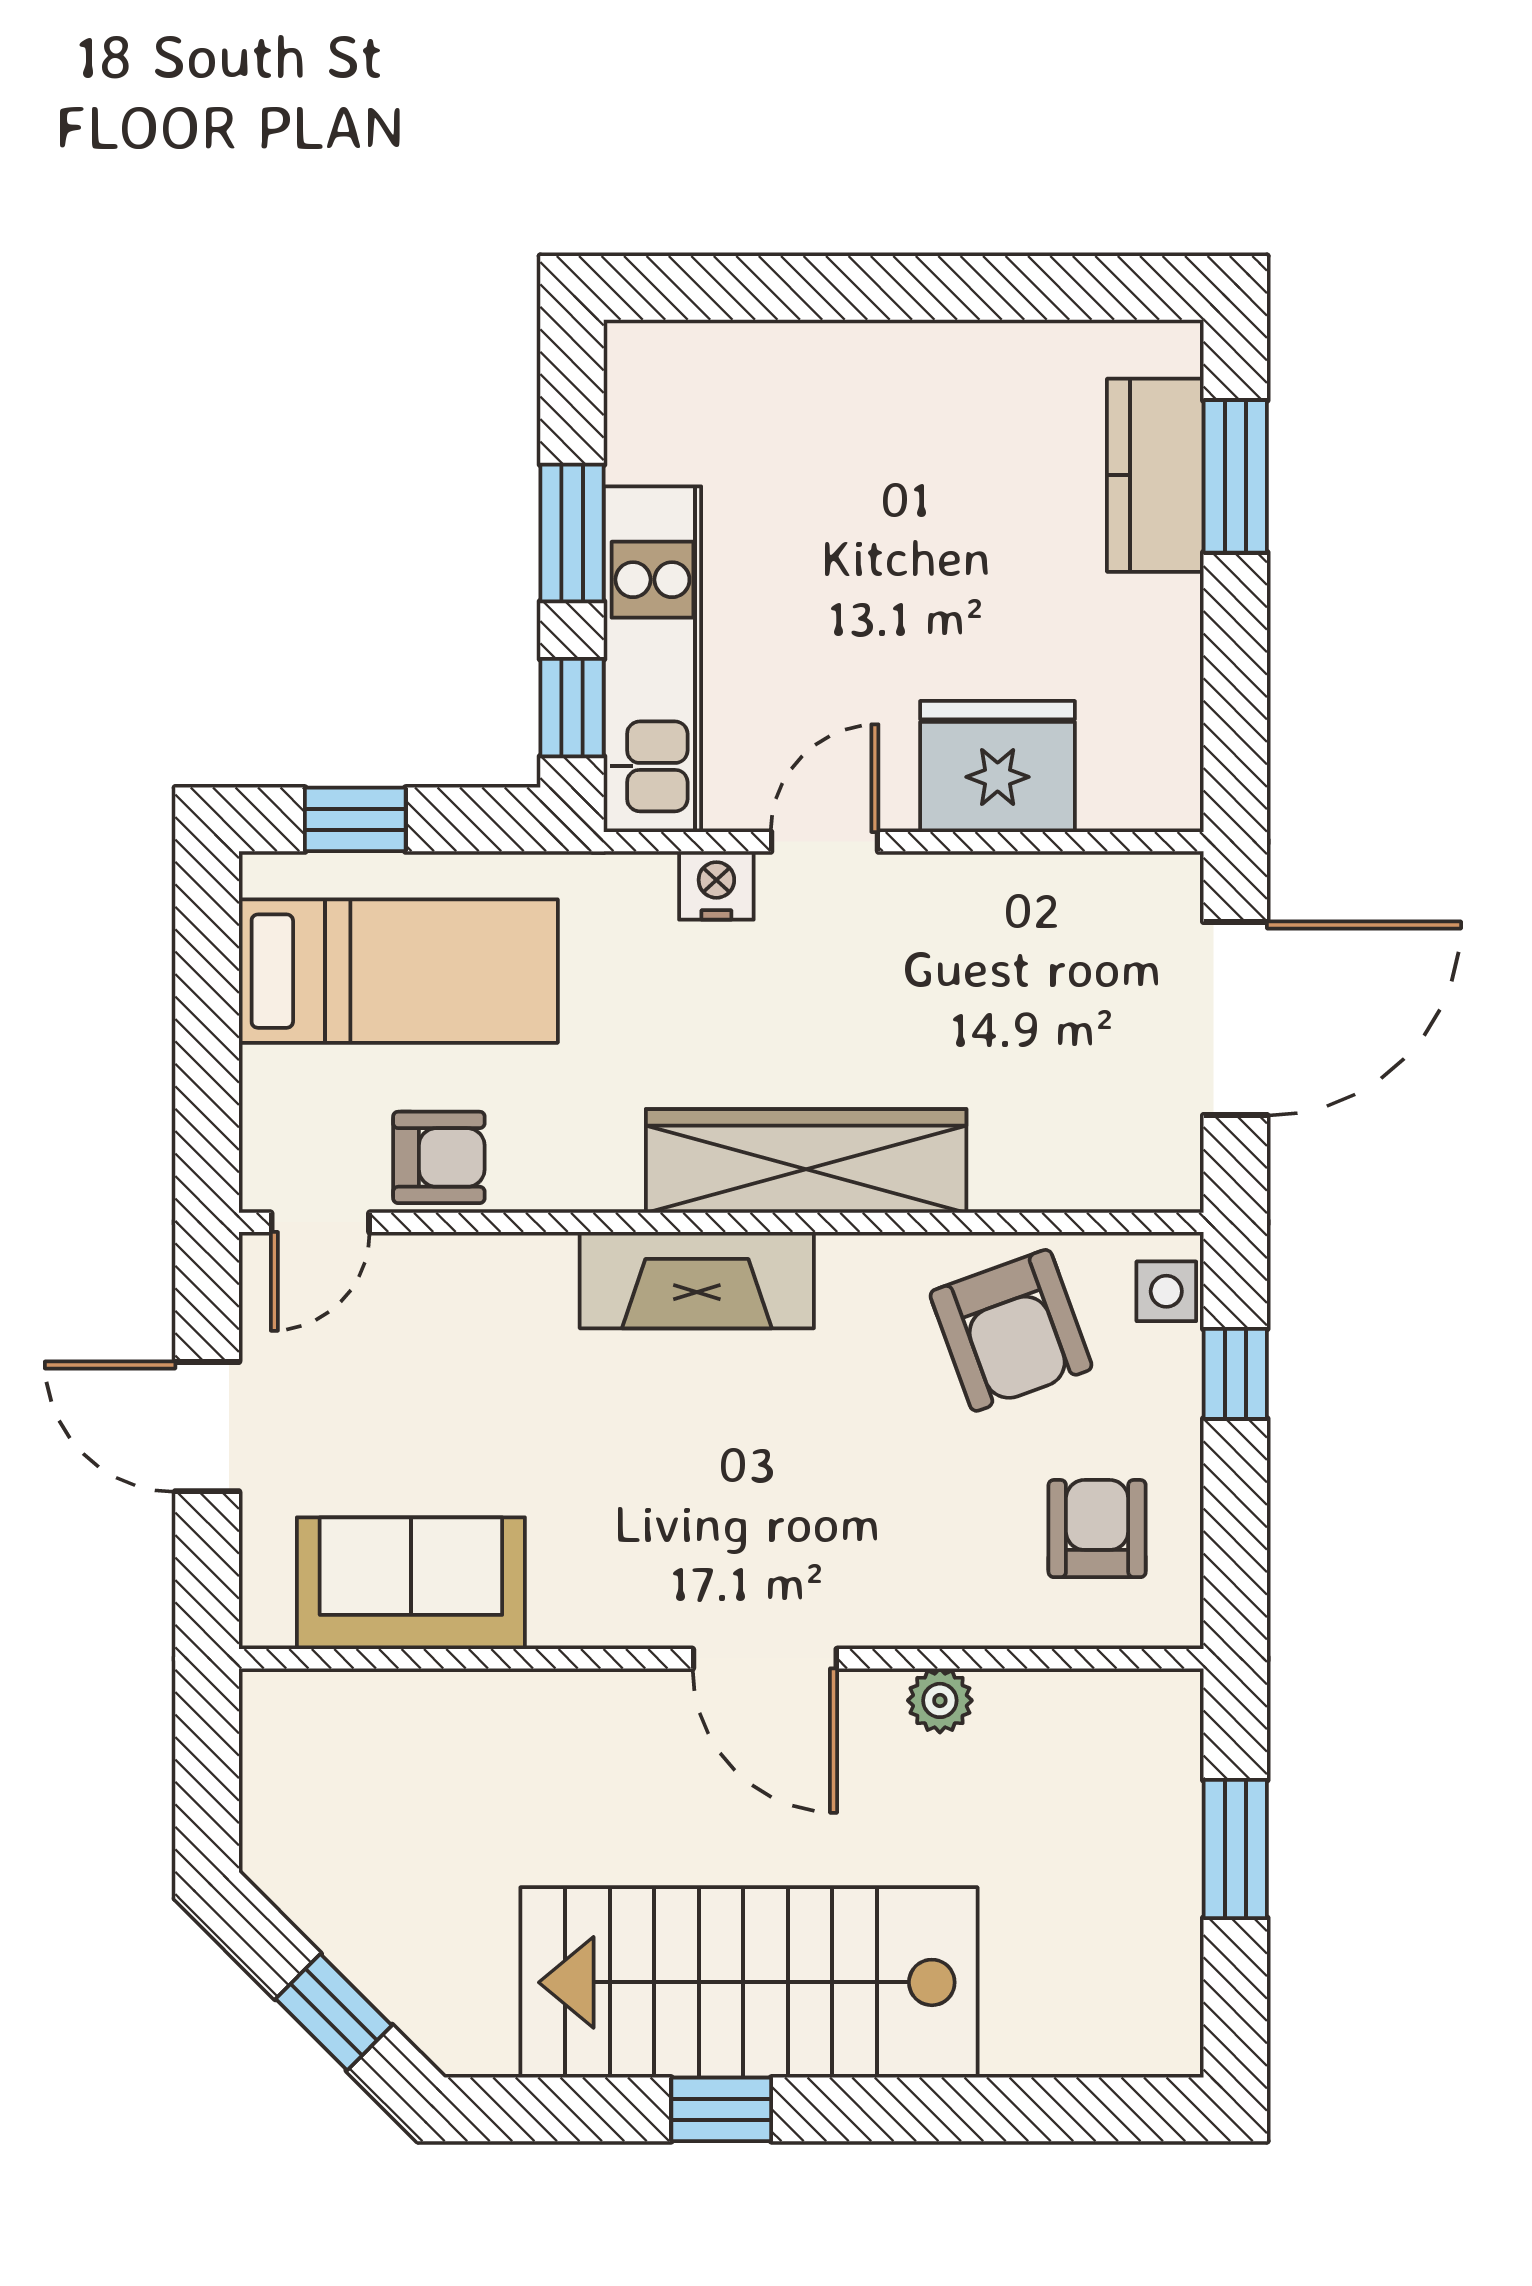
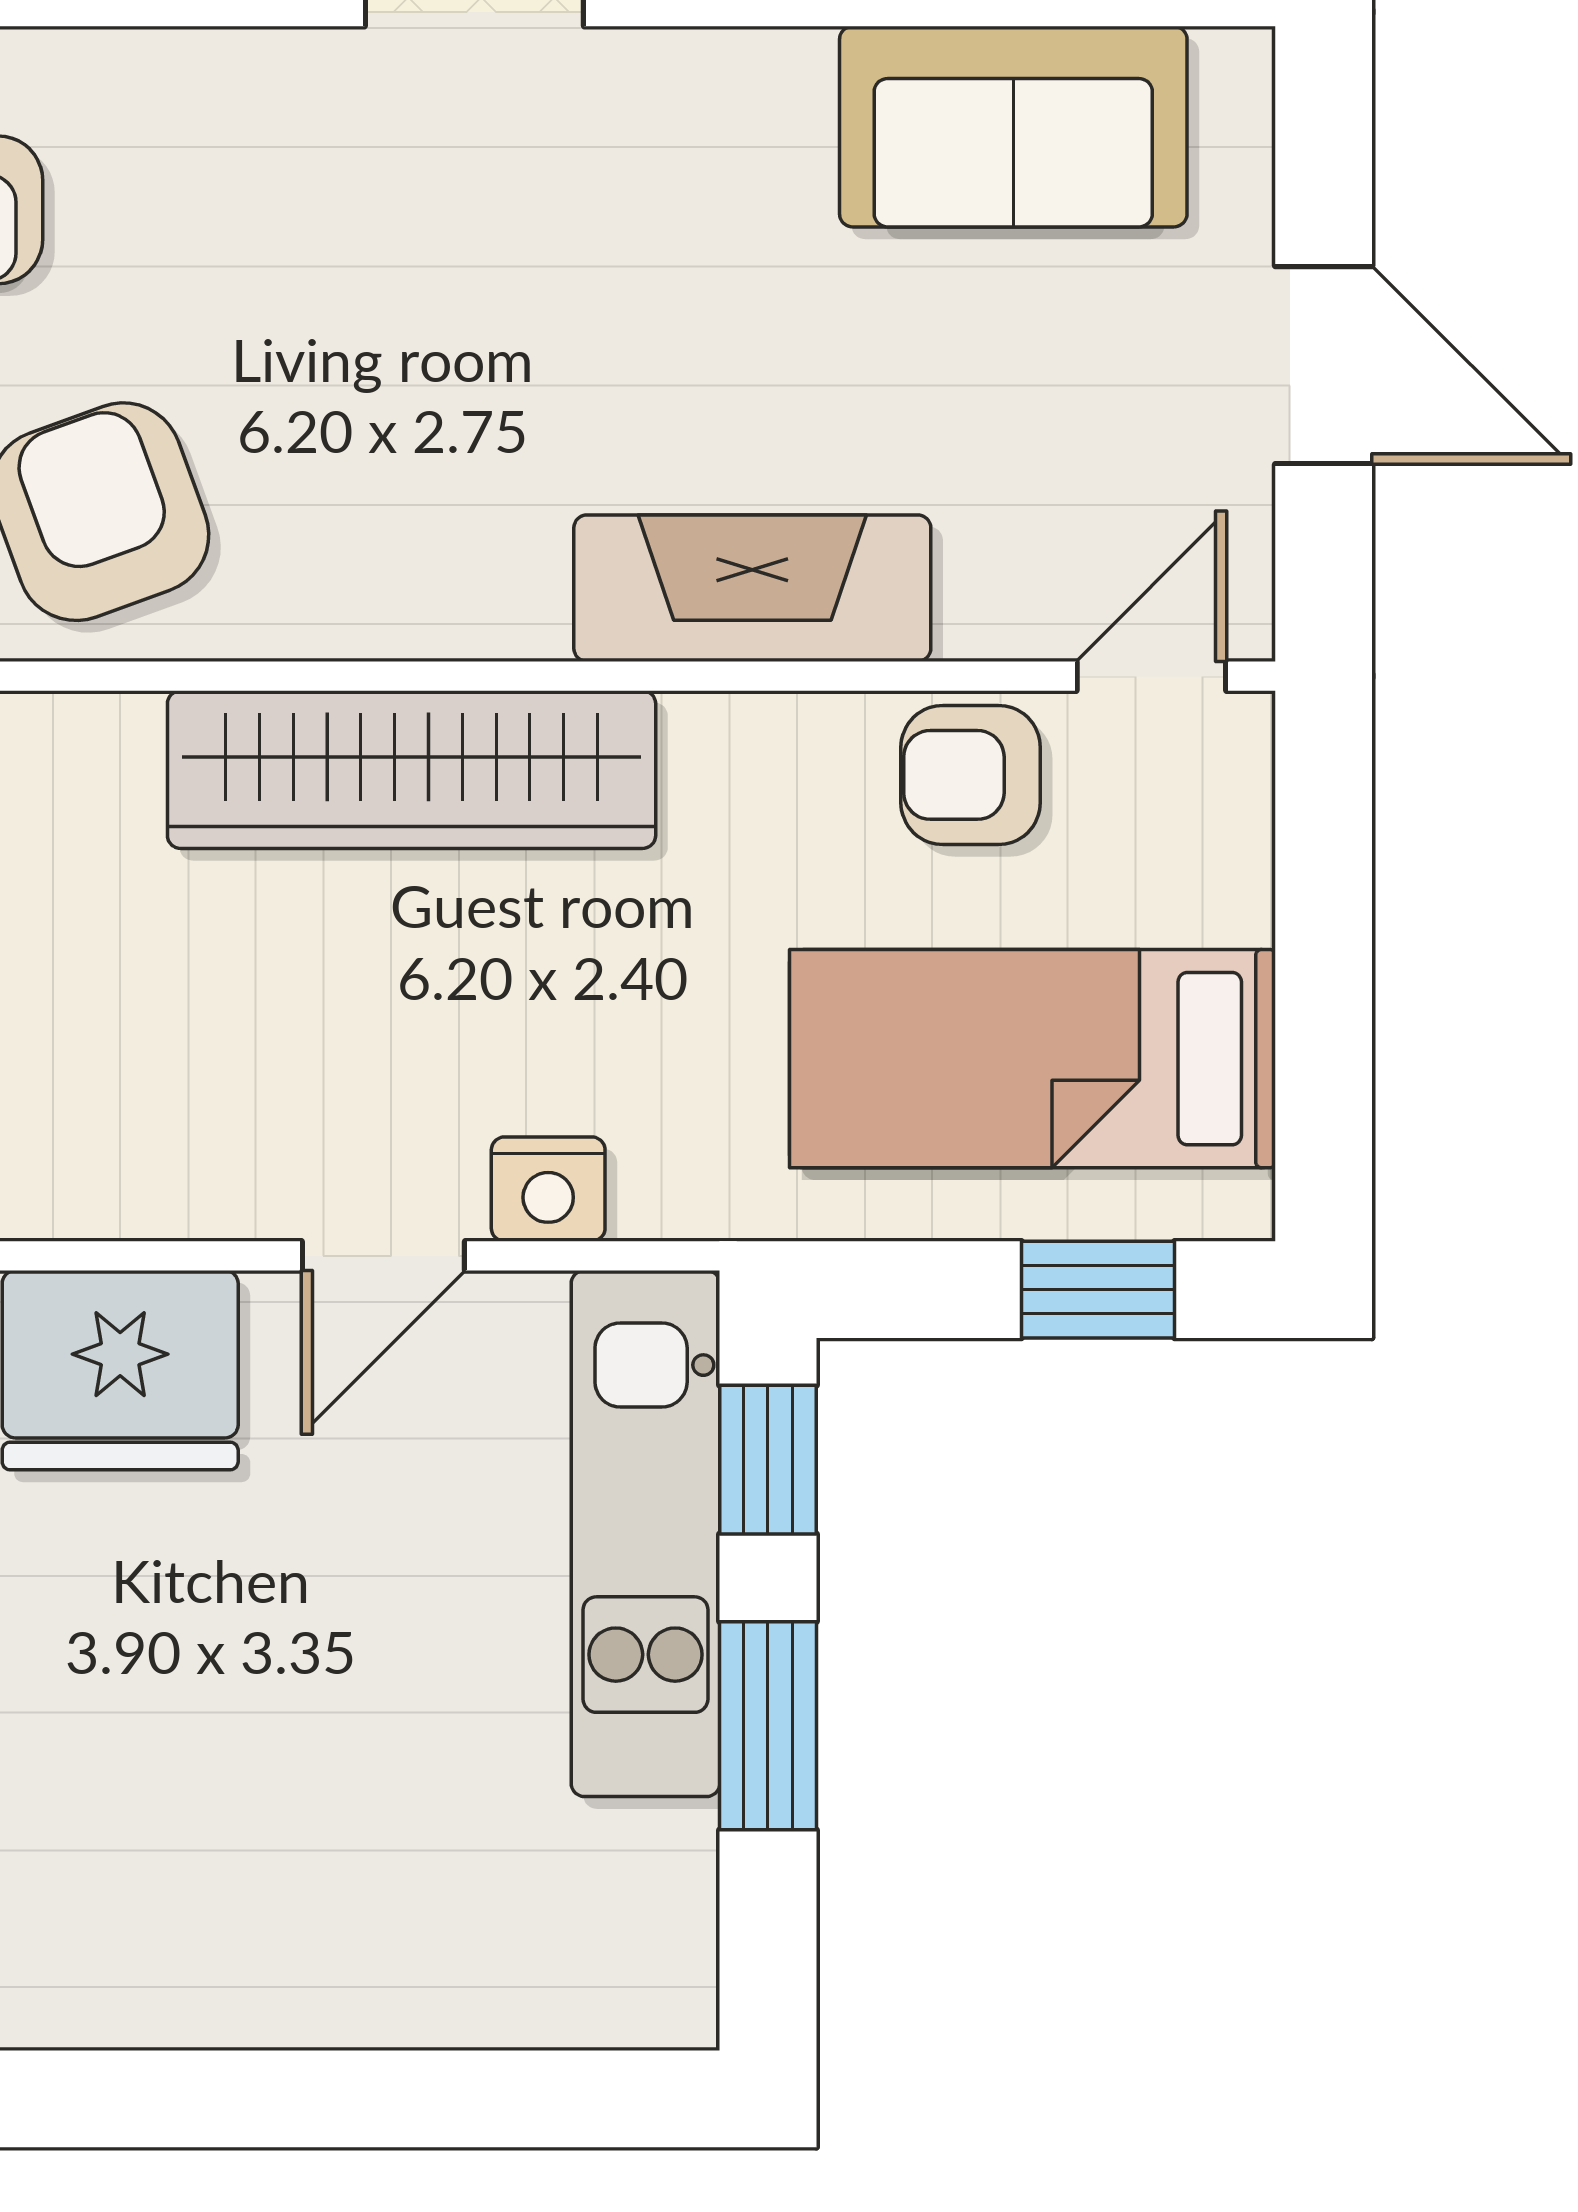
fireplace: (697, 1280) -> (752, 588), moved

